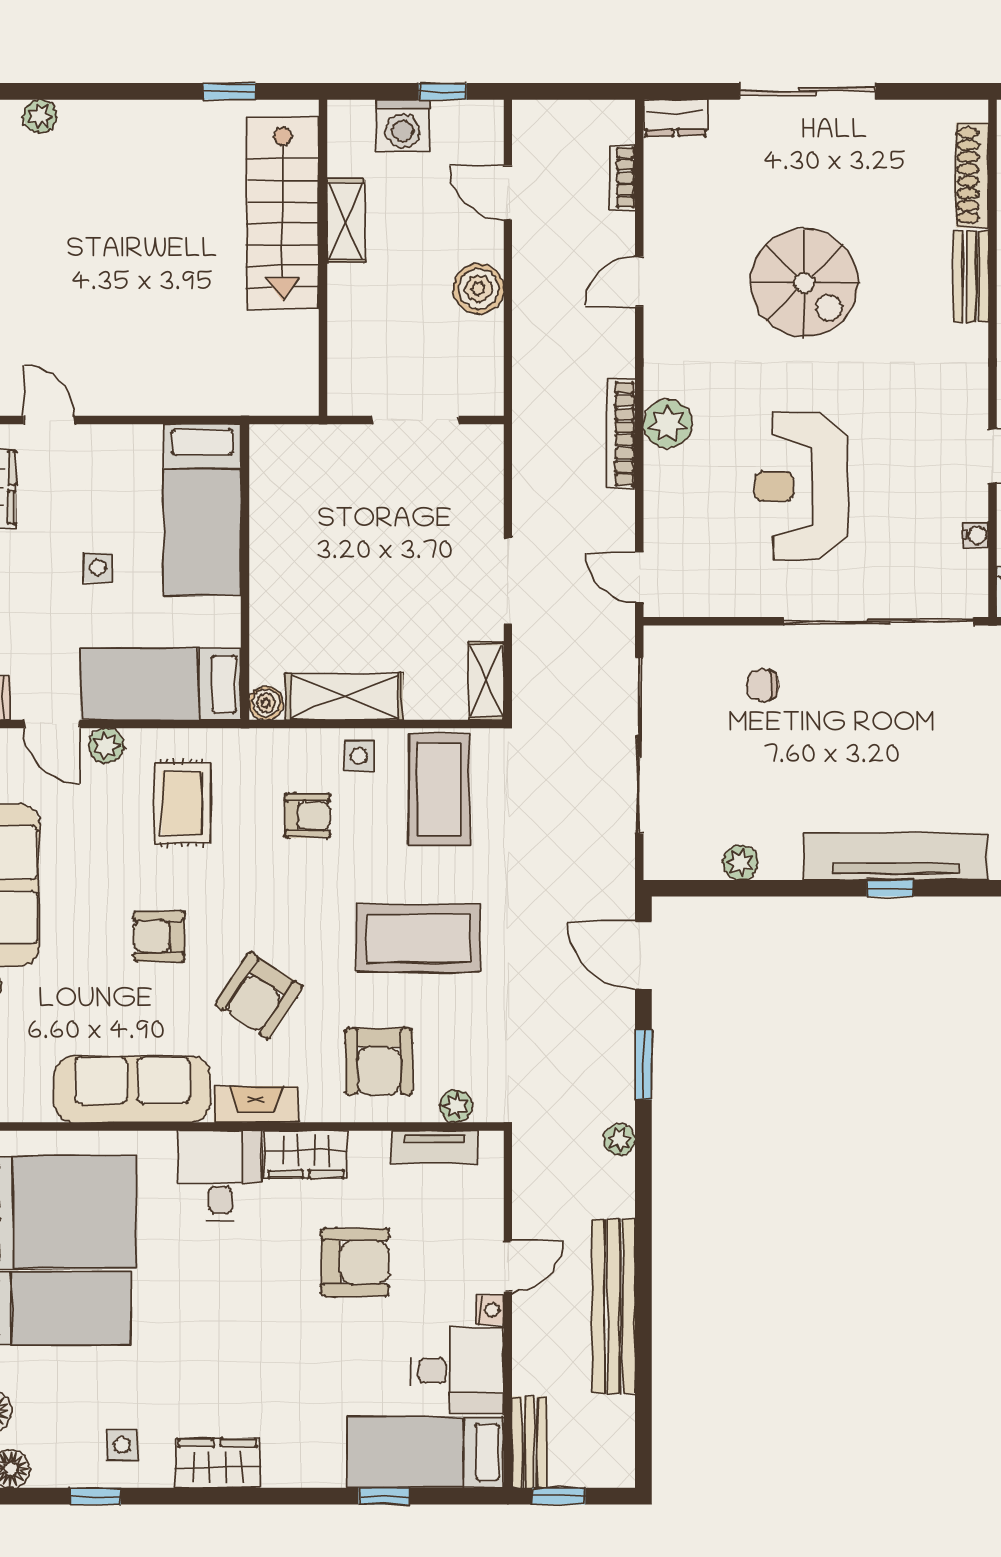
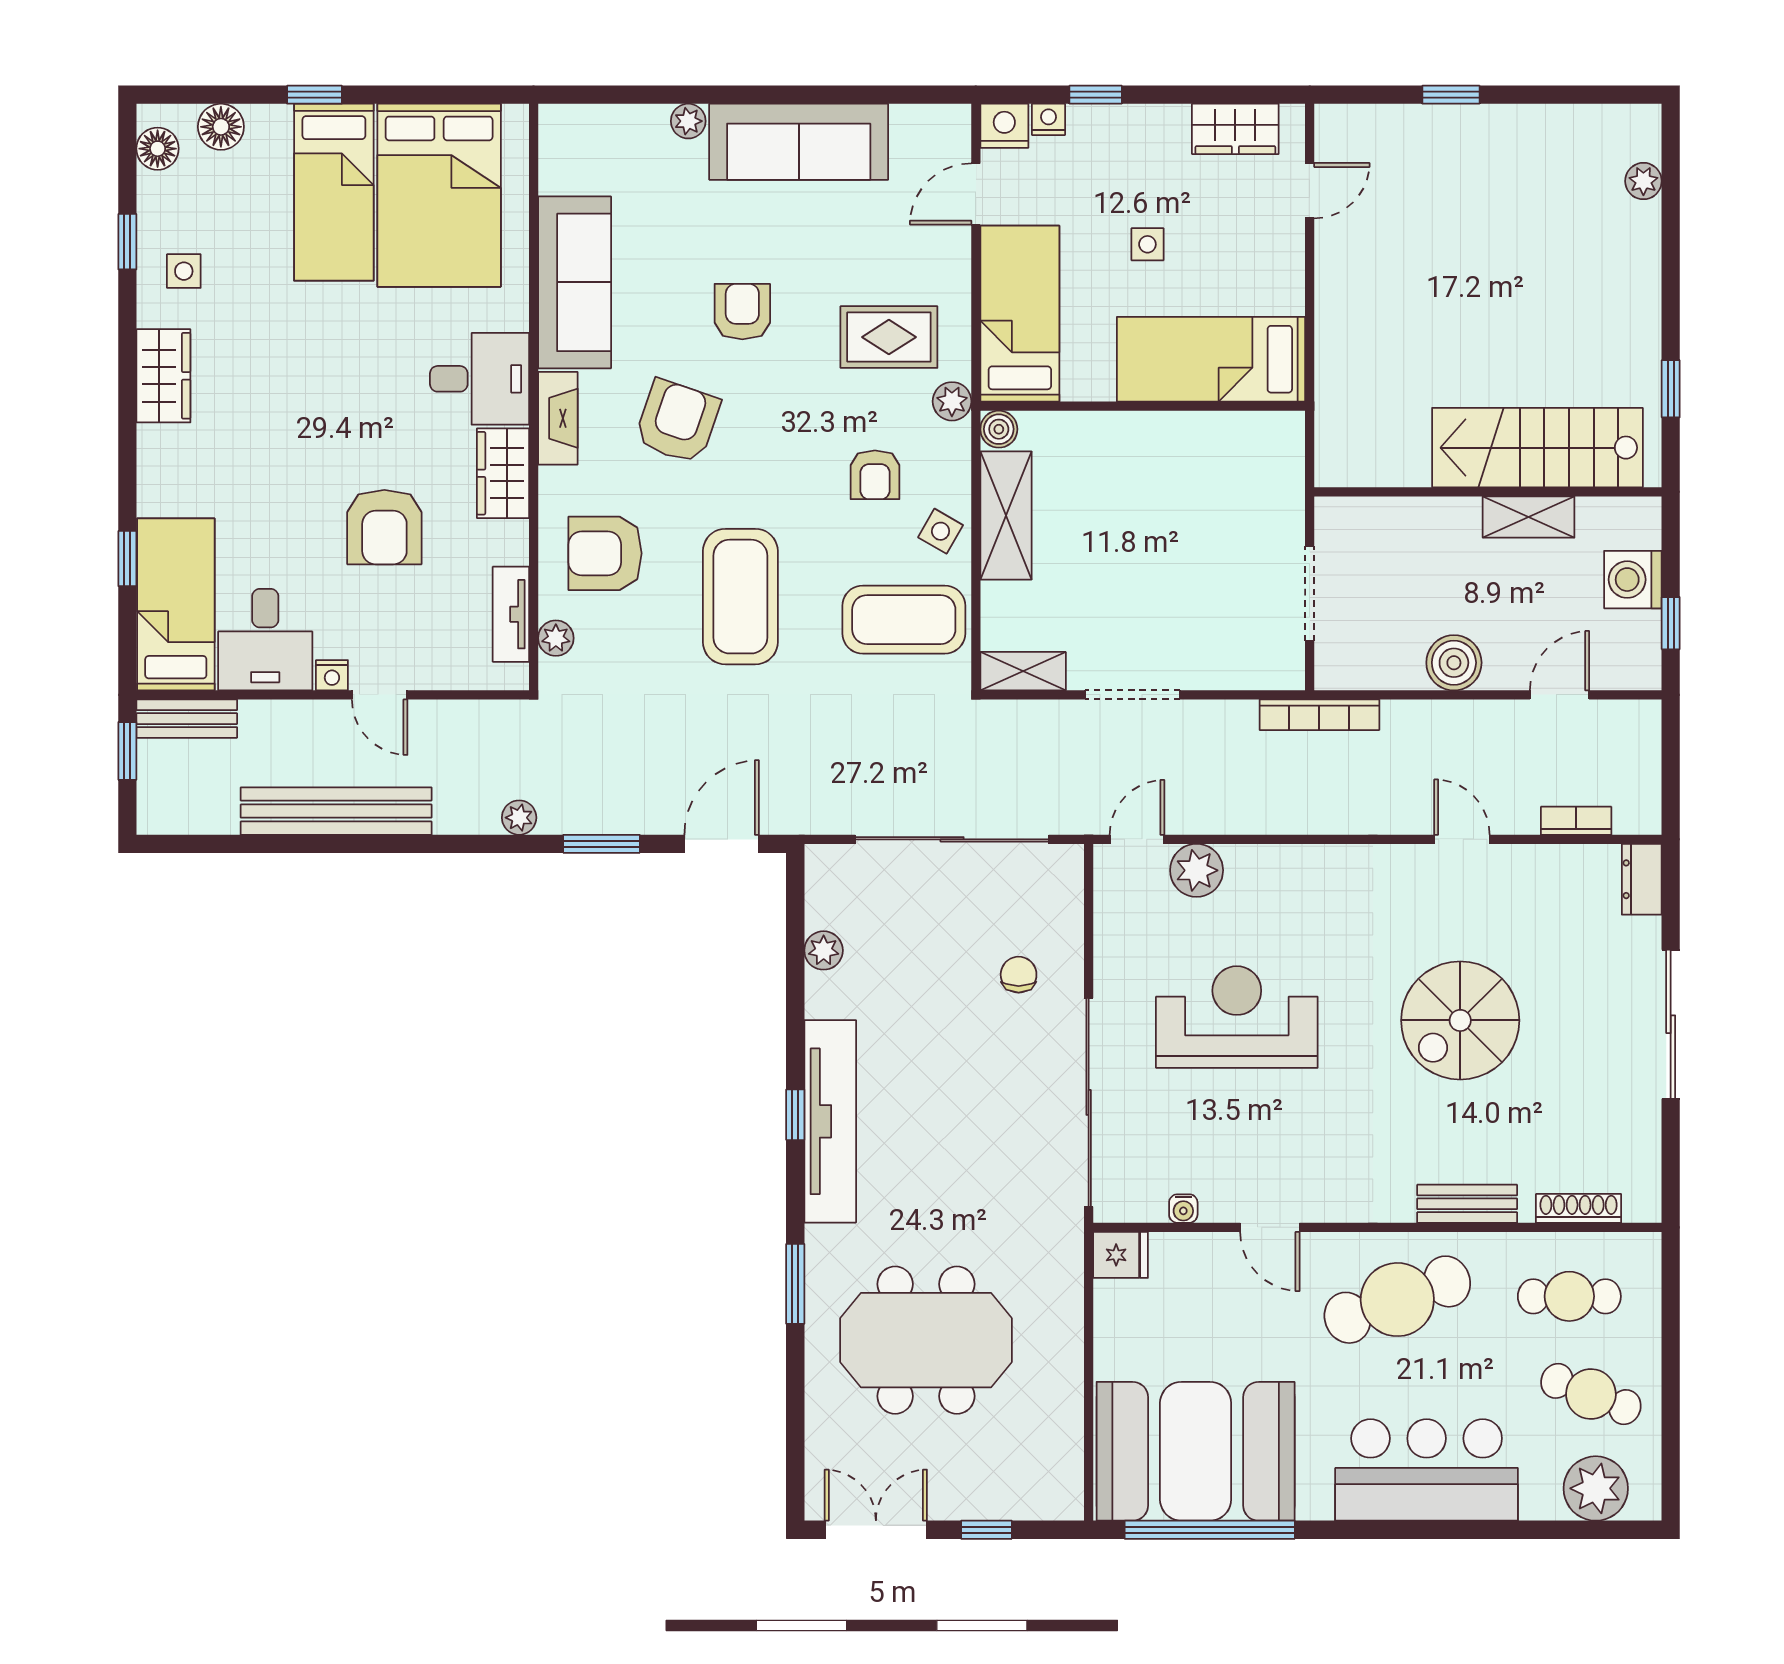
shoe rack: (972, 175) -> (1579, 1208), width x0.74, depth x0.81
plant: (668, 424) -> (1197, 870), moved
bookcase: (621, 434) -> (1319, 715), moved, turned 180
plant: (106, 746) -> (952, 401), moved
side table: (359, 756) -> (941, 531), turned 30
armchair: (259, 996) -> (677, 421), turned 76

